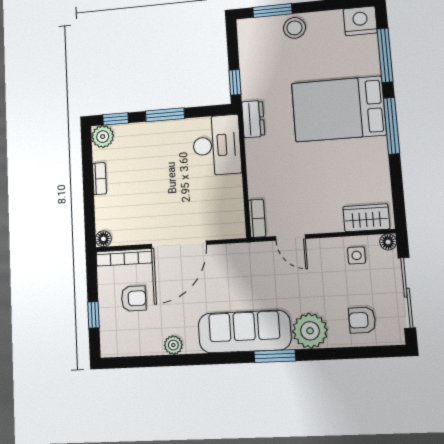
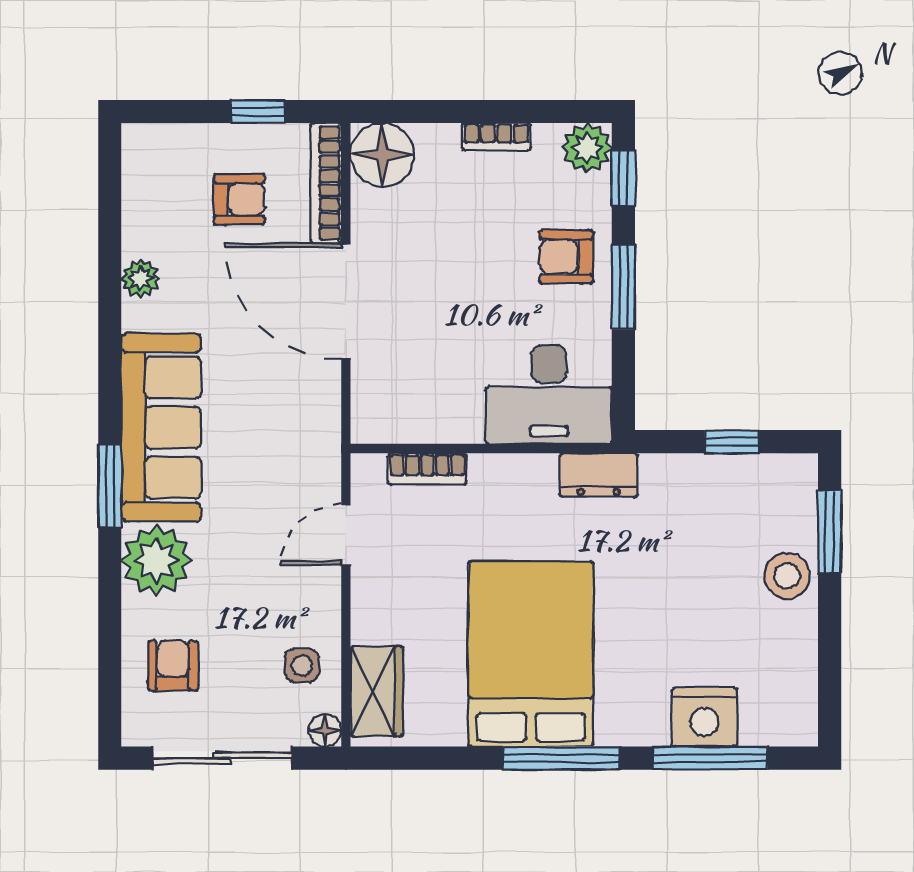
nightstand: (360, 21) -> (704, 717), moved, turned 90
window: (235, 82) -> (732, 442), moved
bed: (339, 109) -> (531, 654), moved
armchair: (153, 142) -> (566, 257), added
bookcase: (257, 218) -> (427, 469), moved
floor lamp: (103, 239) -> (382, 155), width x1.89, depth x1.89
armchair: (134, 298) -> (239, 199), turned -90
window: (93, 315) -> (258, 112), moved

